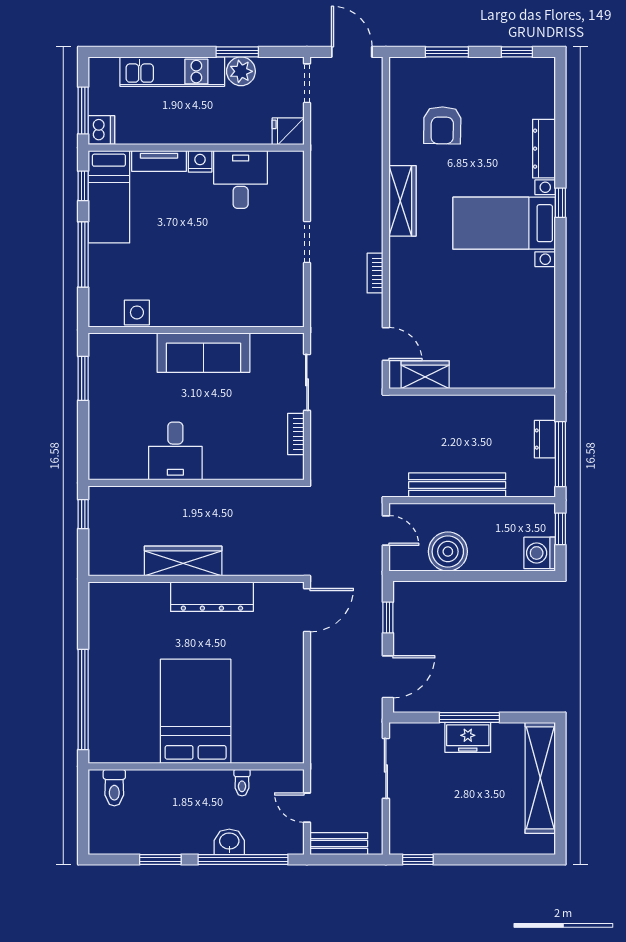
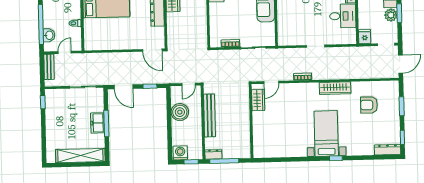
dresser: (544, 149) -> (387, 150), moved
dresser: (545, 439) -> (213, 154), moved
washbasin: (229, 842) -> (49, 35), moved

